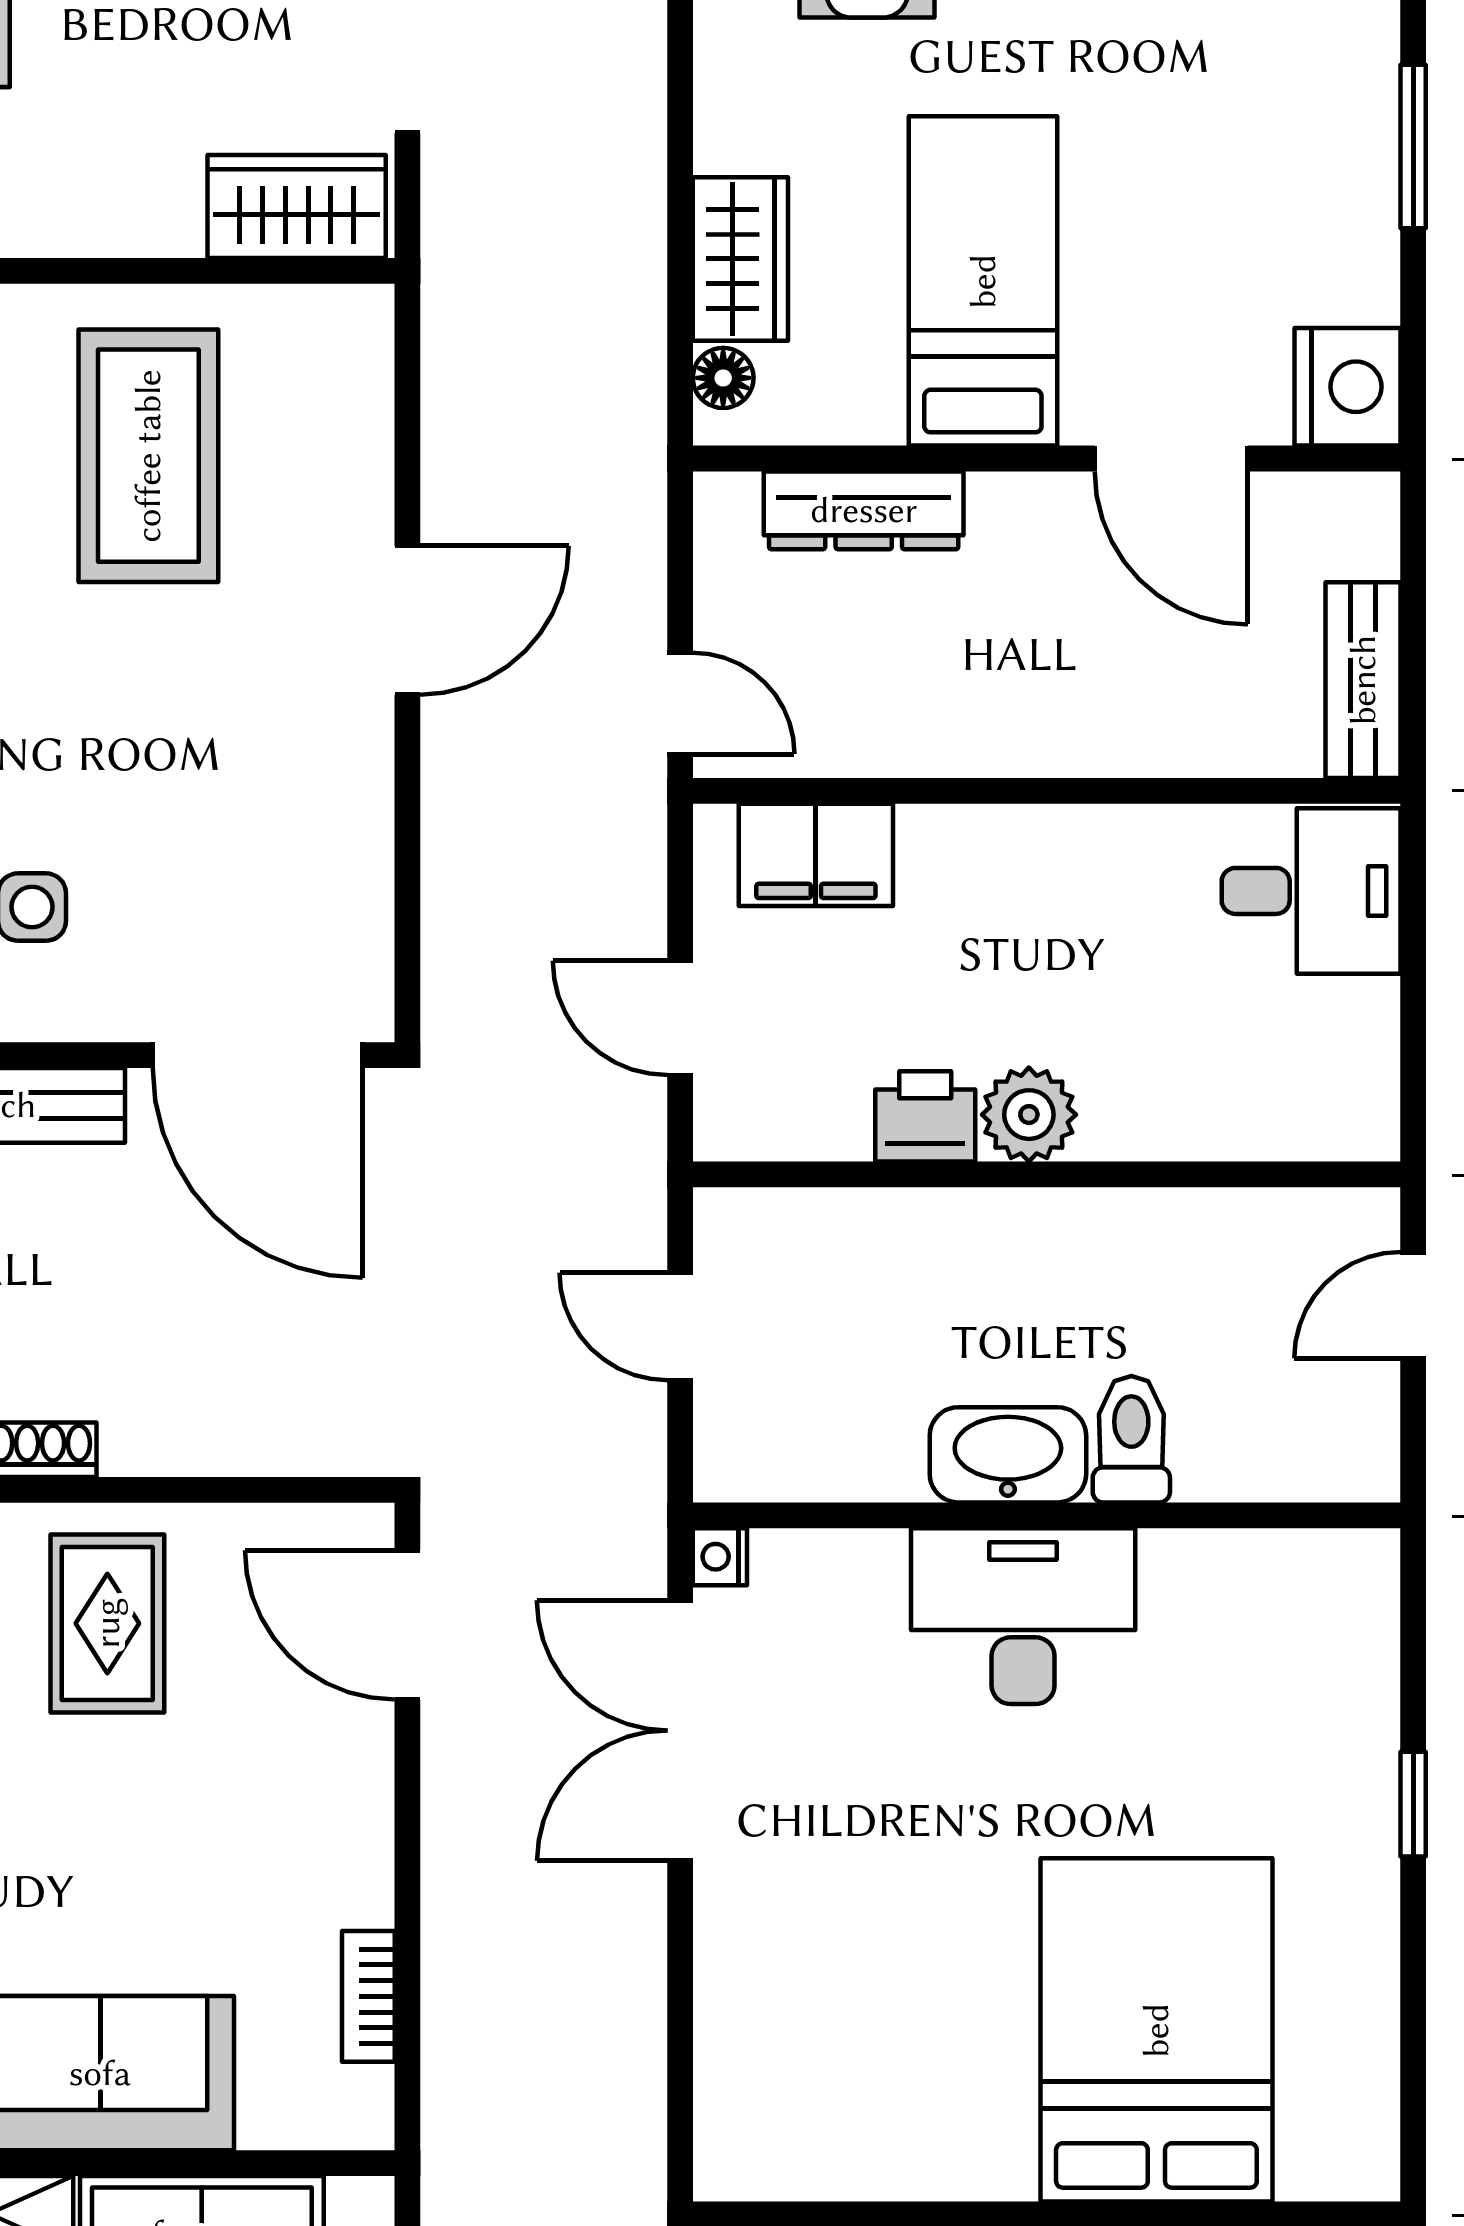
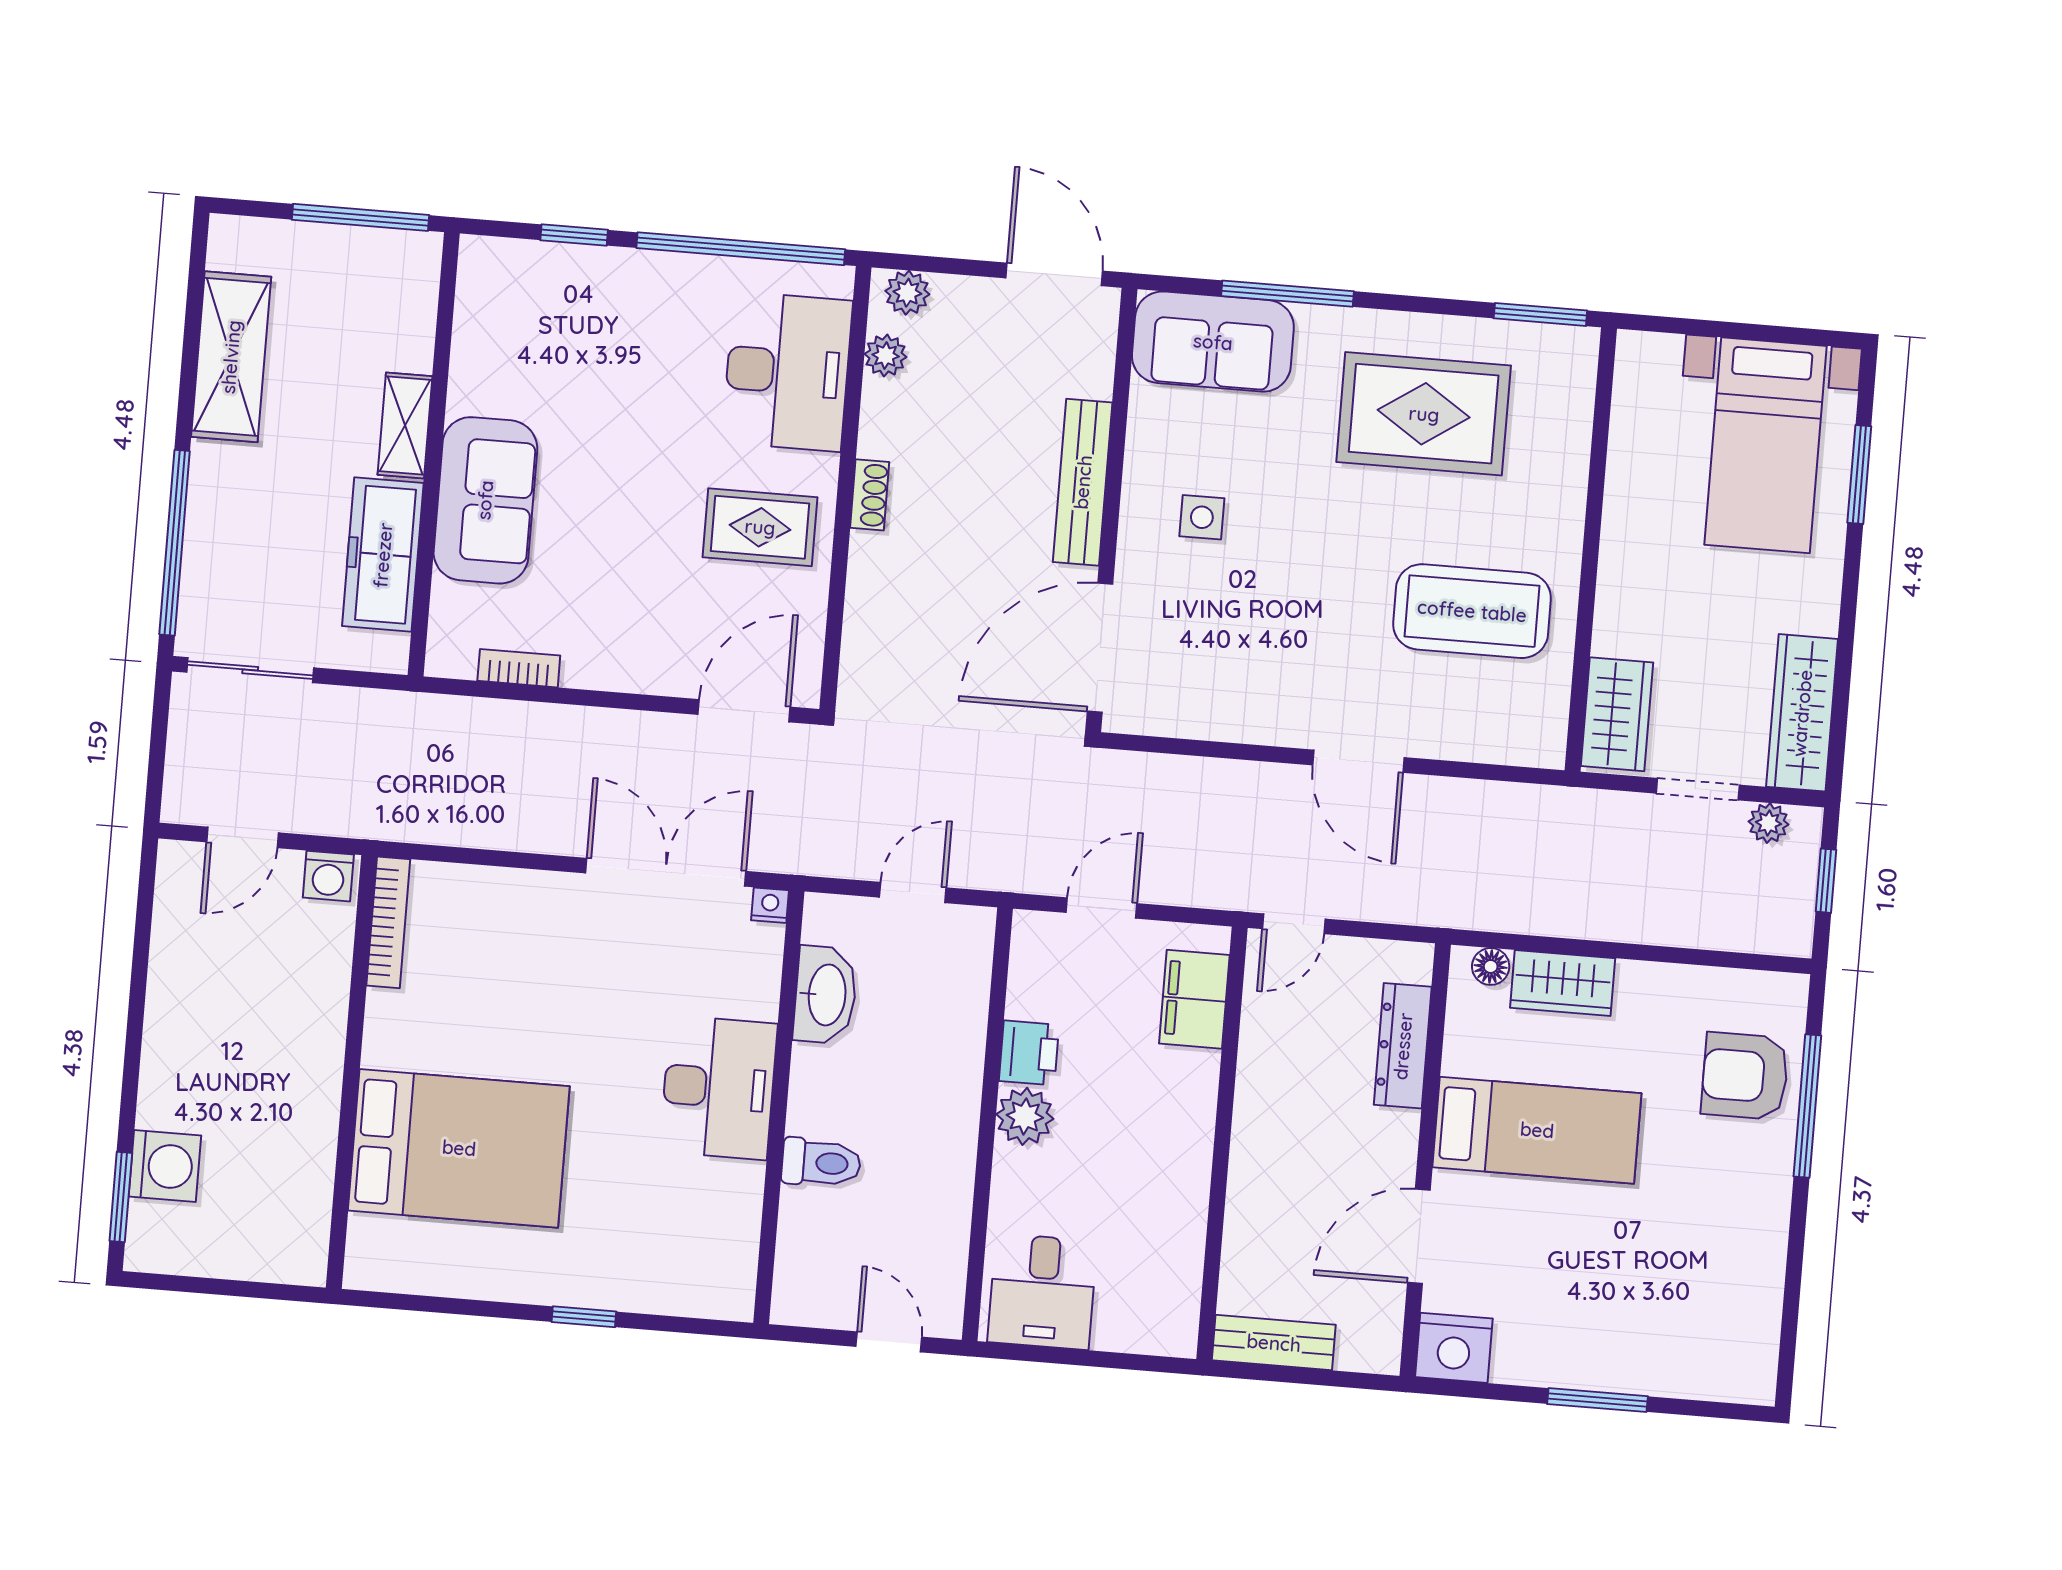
desk: (1311, 891) -> (1042, 1292), moved
washbasin: (1008, 1455) -> (825, 995), moved
bookcase: (799, 2174) -> (388, 922), added

